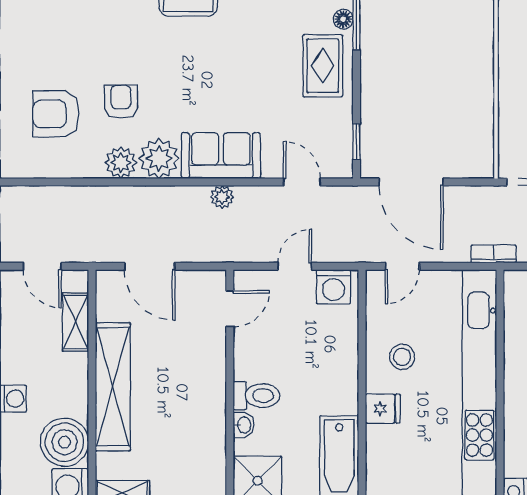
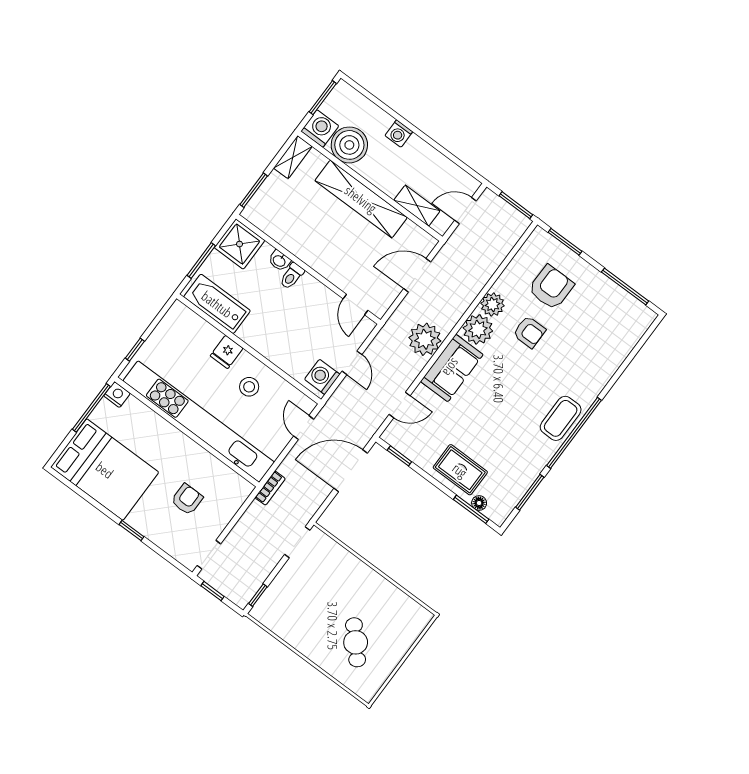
plant: (222, 197) -> (425, 339), width x1.87, depth x1.87
toilet: (257, 396) -> (292, 276), width x0.73, depth x0.72

